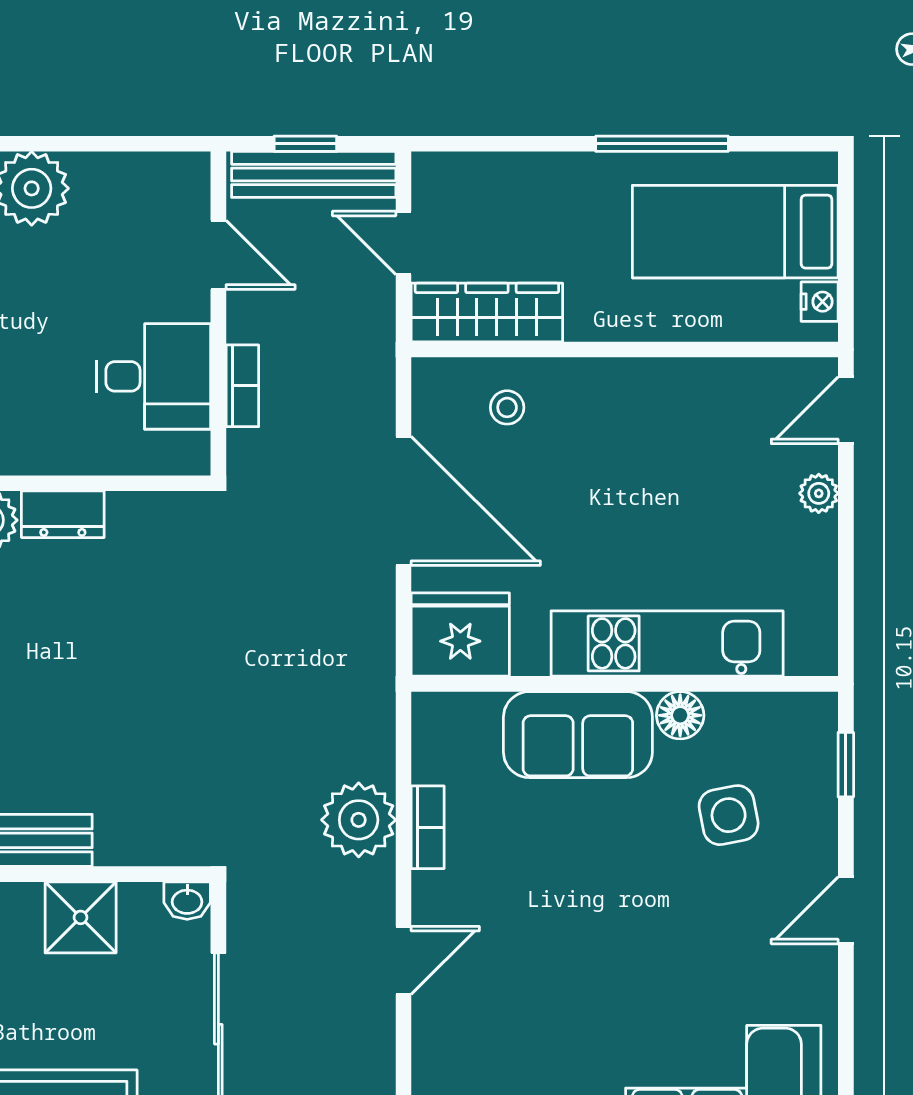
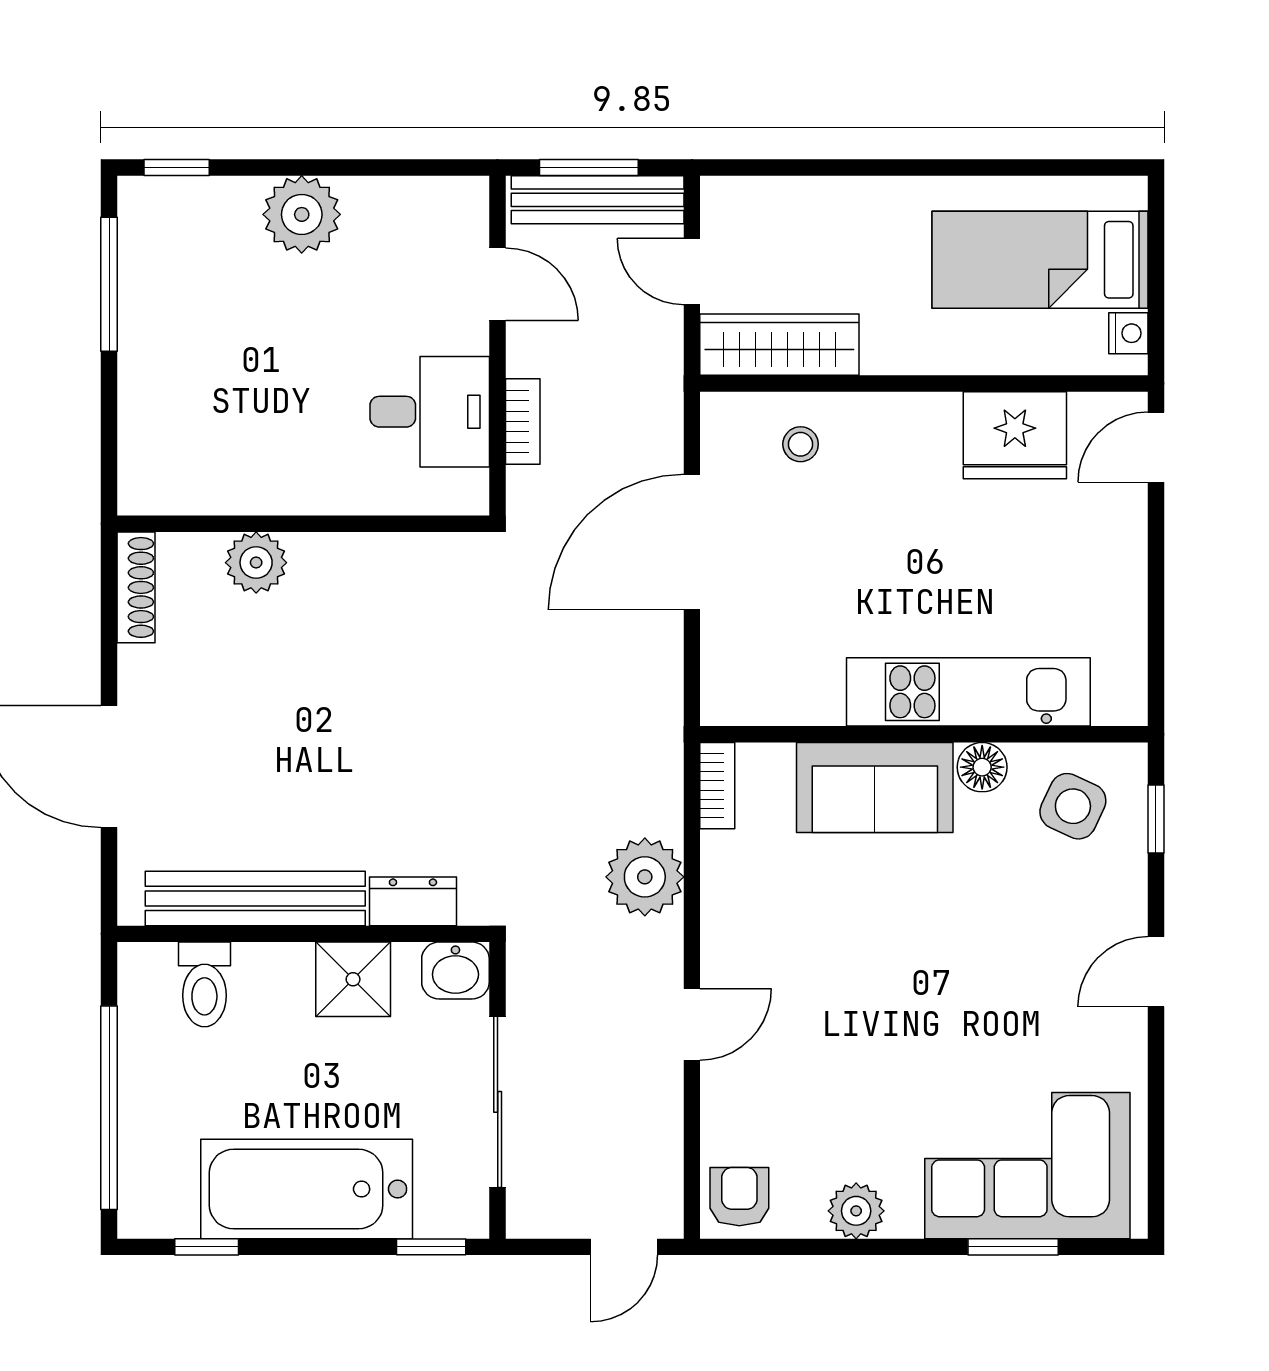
window: (305, 144) -> (589, 168), width x1.50
window: (662, 144) -> (963, 168), removed
plant: (819, 493) -> (1128, 534), removed
door: (403, 501) -> (692, 542), swing flipped
dresser: (63, 514) -> (413, 901), moved, turned 180
fridge: (460, 635) -> (1015, 435), moved, turned 180
side table: (729, 815) -> (1073, 806), moved, turned 36
bookcase: (428, 827) -> (717, 786), moved
washbasin: (187, 901) -> (455, 971), width x1.38, depth x1.45

